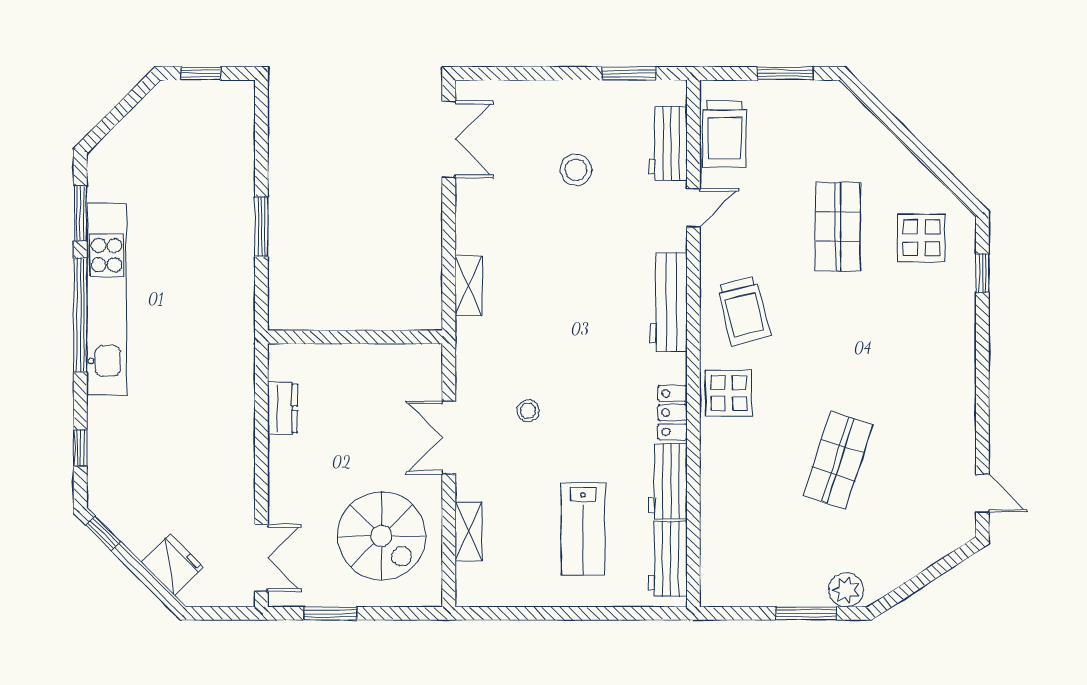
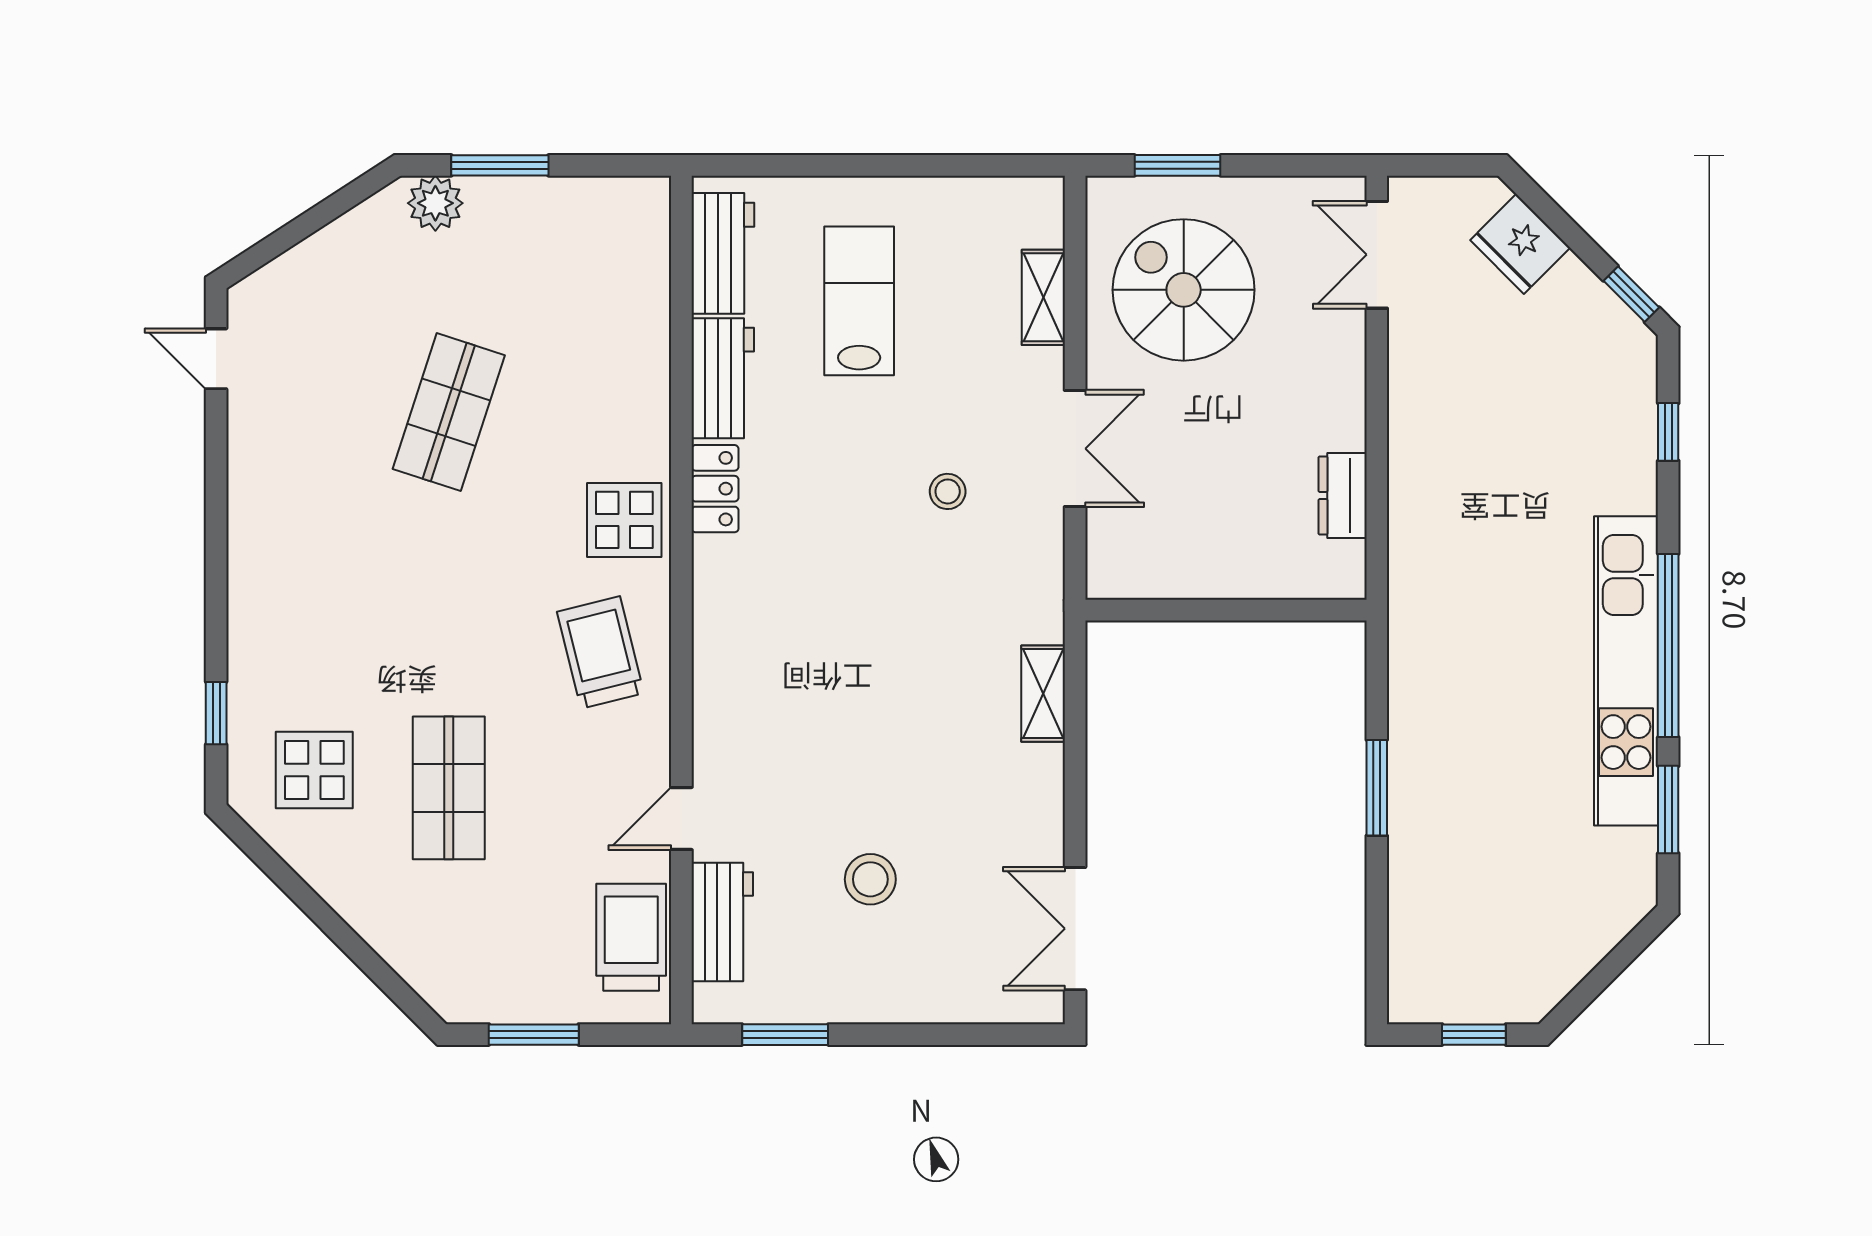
workbench: (669, 302) -> (721, 667), removed
window: (331, 613) -> (1178, 165), moved

